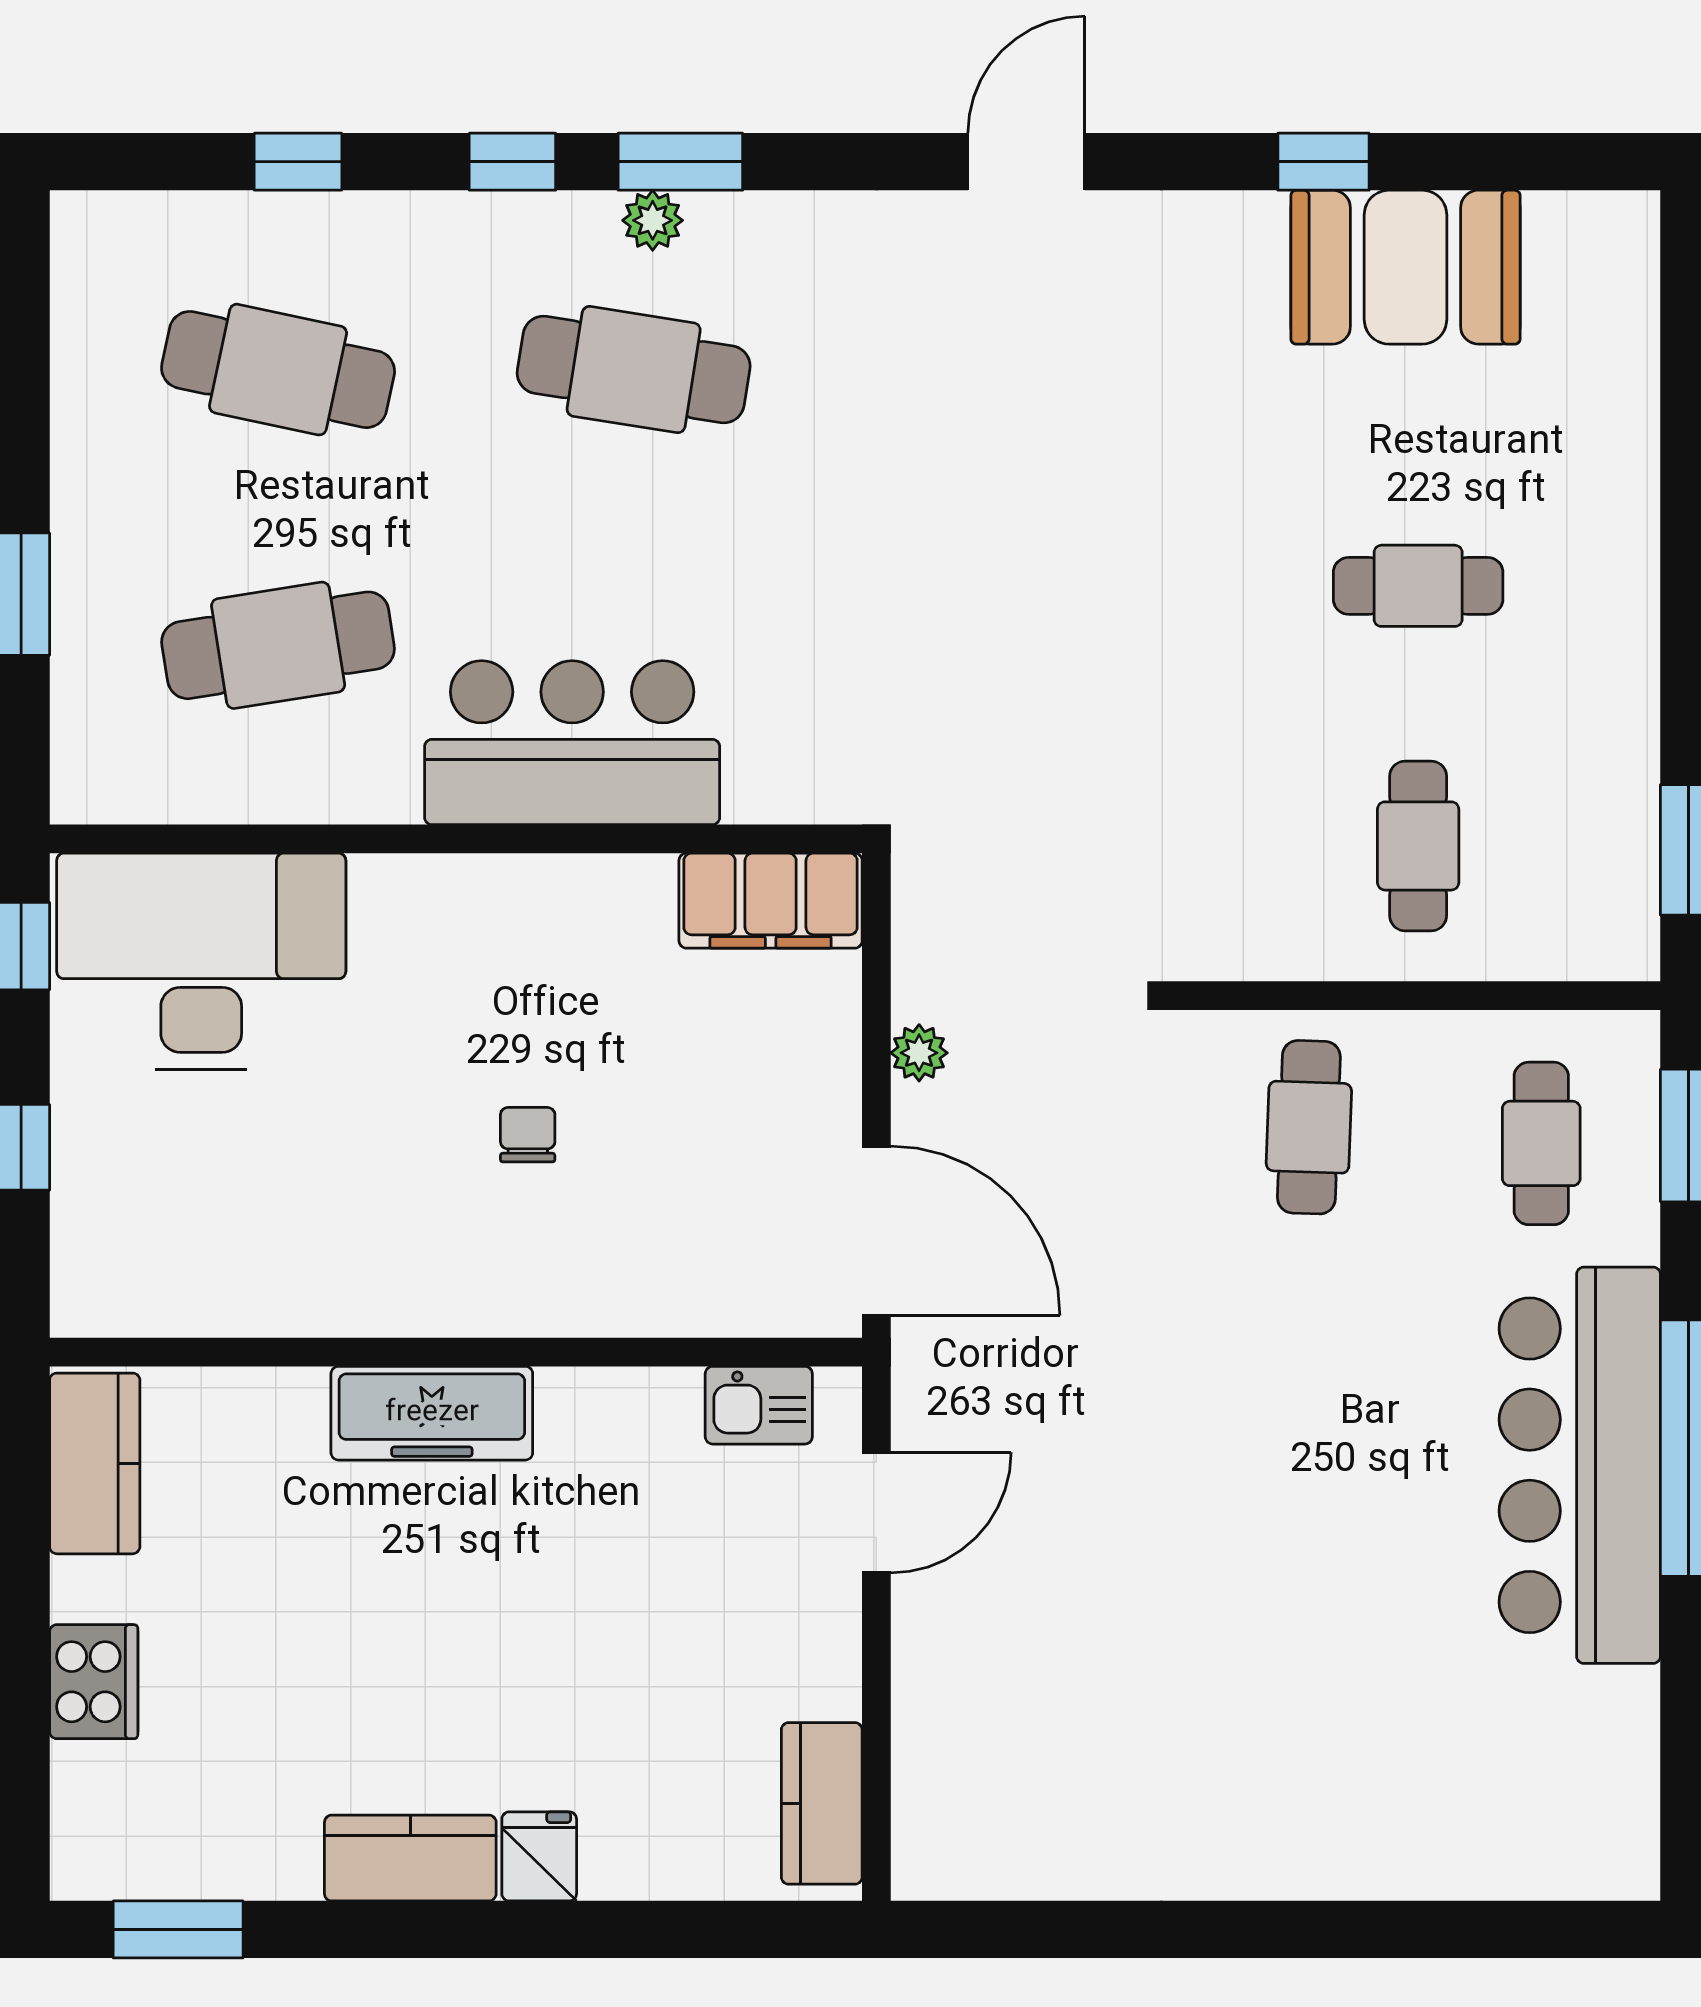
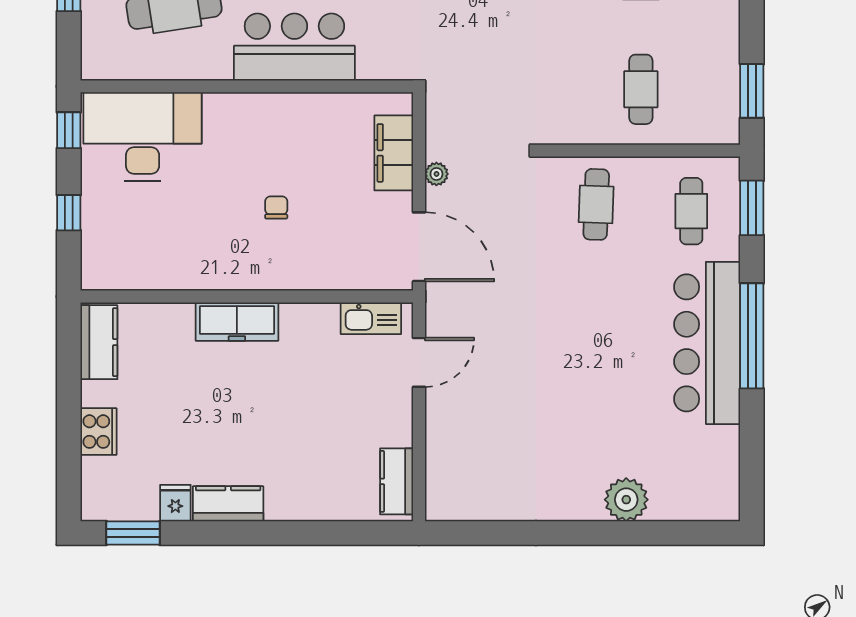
filing cabinet: (771, 901) -> (394, 153), moved, turned 90
kitchen sink: (759, 1405) -> (371, 318), width x1.38
plant: (1382, 1848) -> (626, 500), added
fridge: (539, 1856) -> (175, 503), moved

